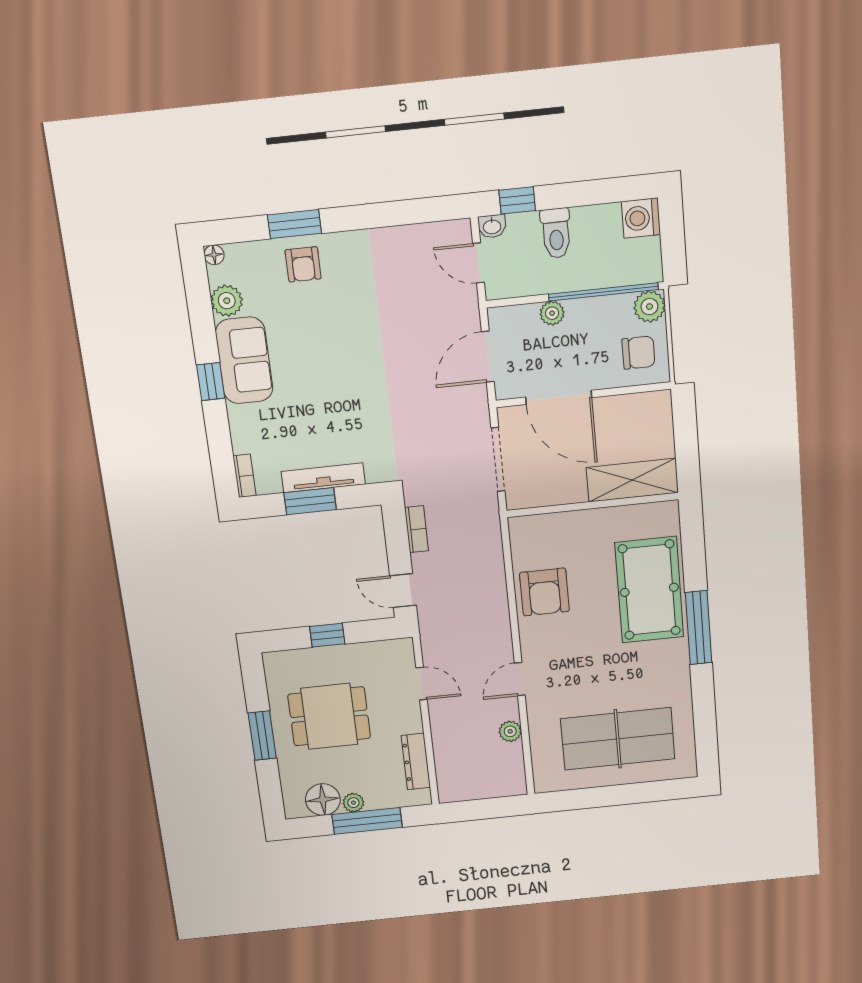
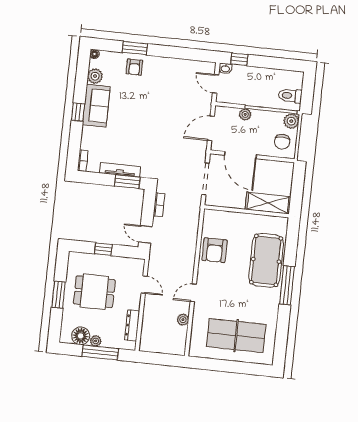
washing machine: (641, 218) -> (295, 79), removed
toilet: (556, 233) -> (290, 96), moved, turned 90
chair: (638, 353) -> (282, 142), turned 90
window: (310, 501) -> (127, 182), moved

